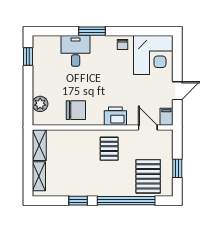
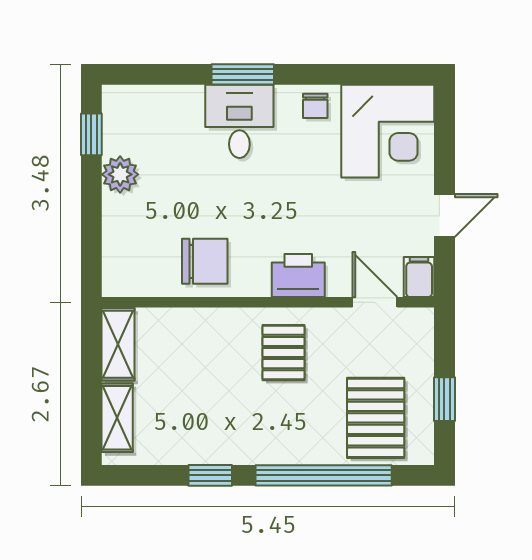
desk: (76, 51) -> (239, 121), moved
plant: (40, 104) -> (120, 174), moved

